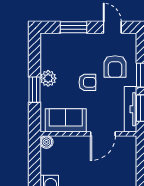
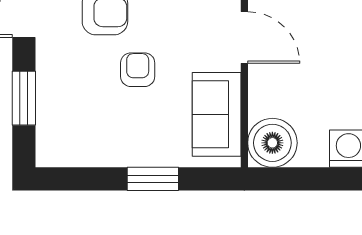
plant: (48, 78) -> (129, 151), removed
boiler: (46, 142) -> (272, 143), width x1.86, depth x1.86

